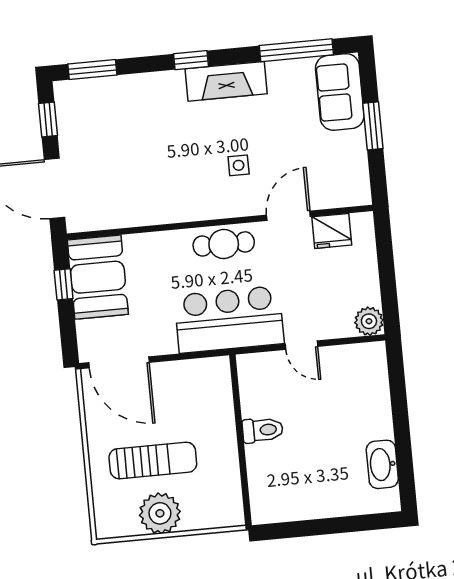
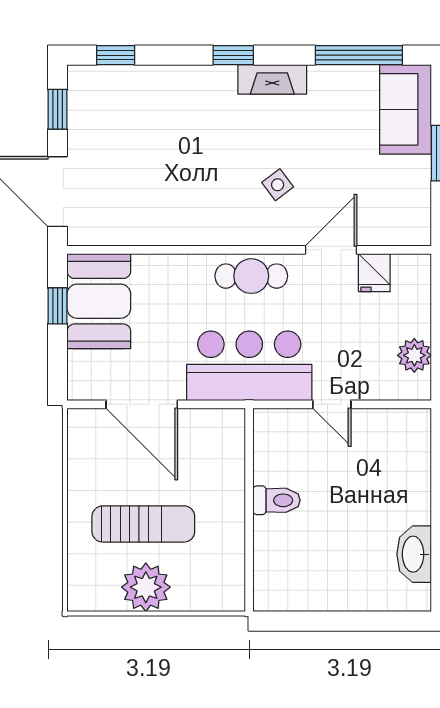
window: (92, 69) -> (116, 55), width x0.67
fireplace: (226, 81) -> (272, 79), width x0.73, depth x0.76
side table: (239, 165) -> (278, 185), turned -37
fridge: (332, 231) -> (374, 273), width x0.72
plant: (369, 321) -> (414, 355), moved
door: (119, 362) -> (142, 404), moved

